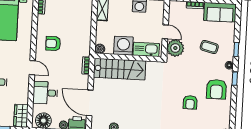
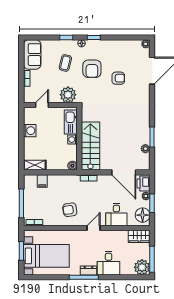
filing cabinet: (85, 16) -> (42, 181), added
door: (165, 32) -> (42, 105), moved
armchair: (53, 44) -> (70, 210), turned 82
washing machine: (123, 46) -> (72, 140), width x0.53, depth x0.53
armchair: (216, 89) -> (92, 69), moved, turned 90
door: (90, 103) -> (124, 172), hinge flipped

